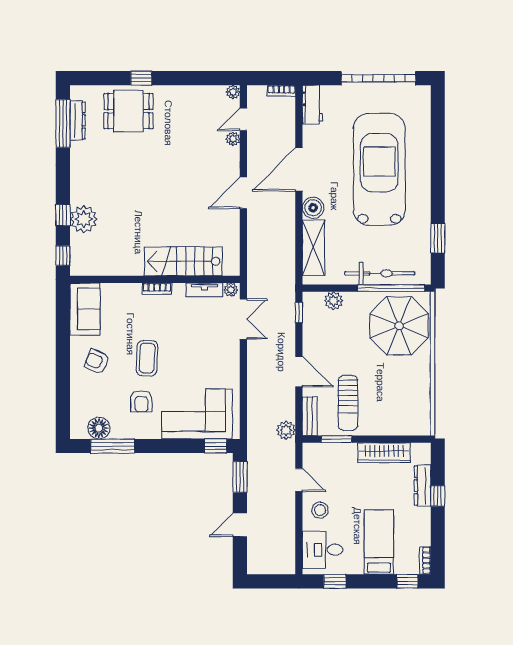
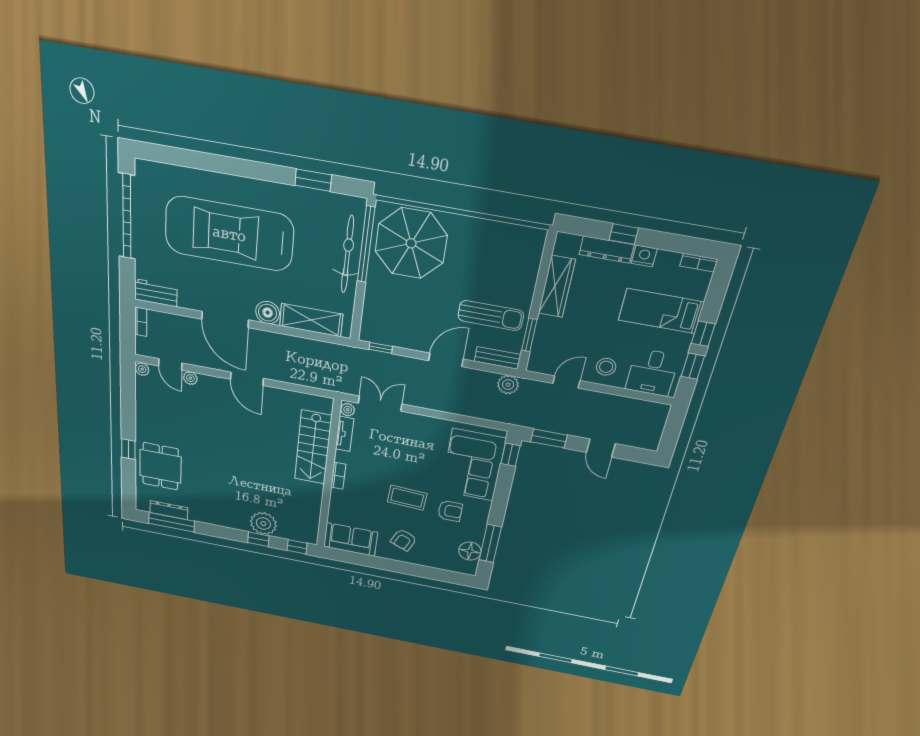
plant: (334, 301) -> (373, 310), removed
nightstand: (423, 516) -> (644, 256), added
window: (407, 581) -> (703, 334), moved

